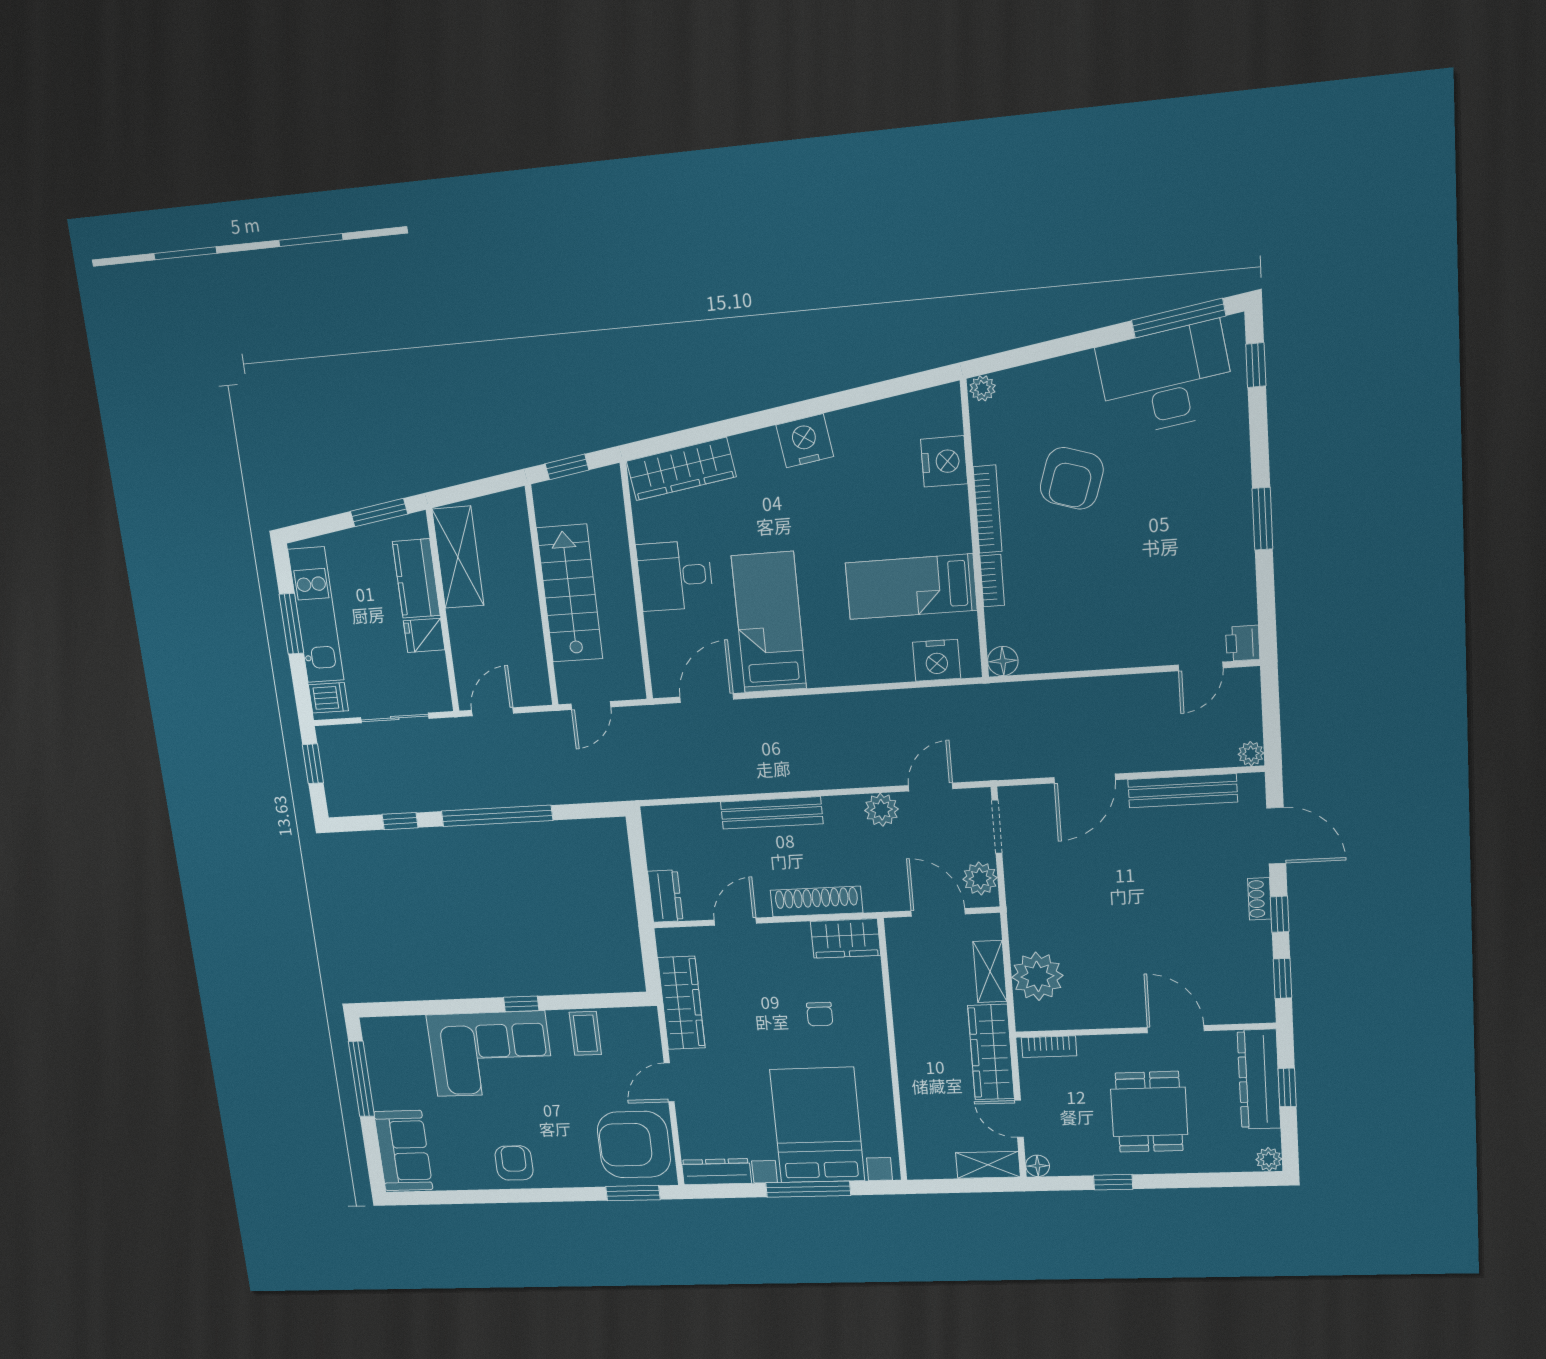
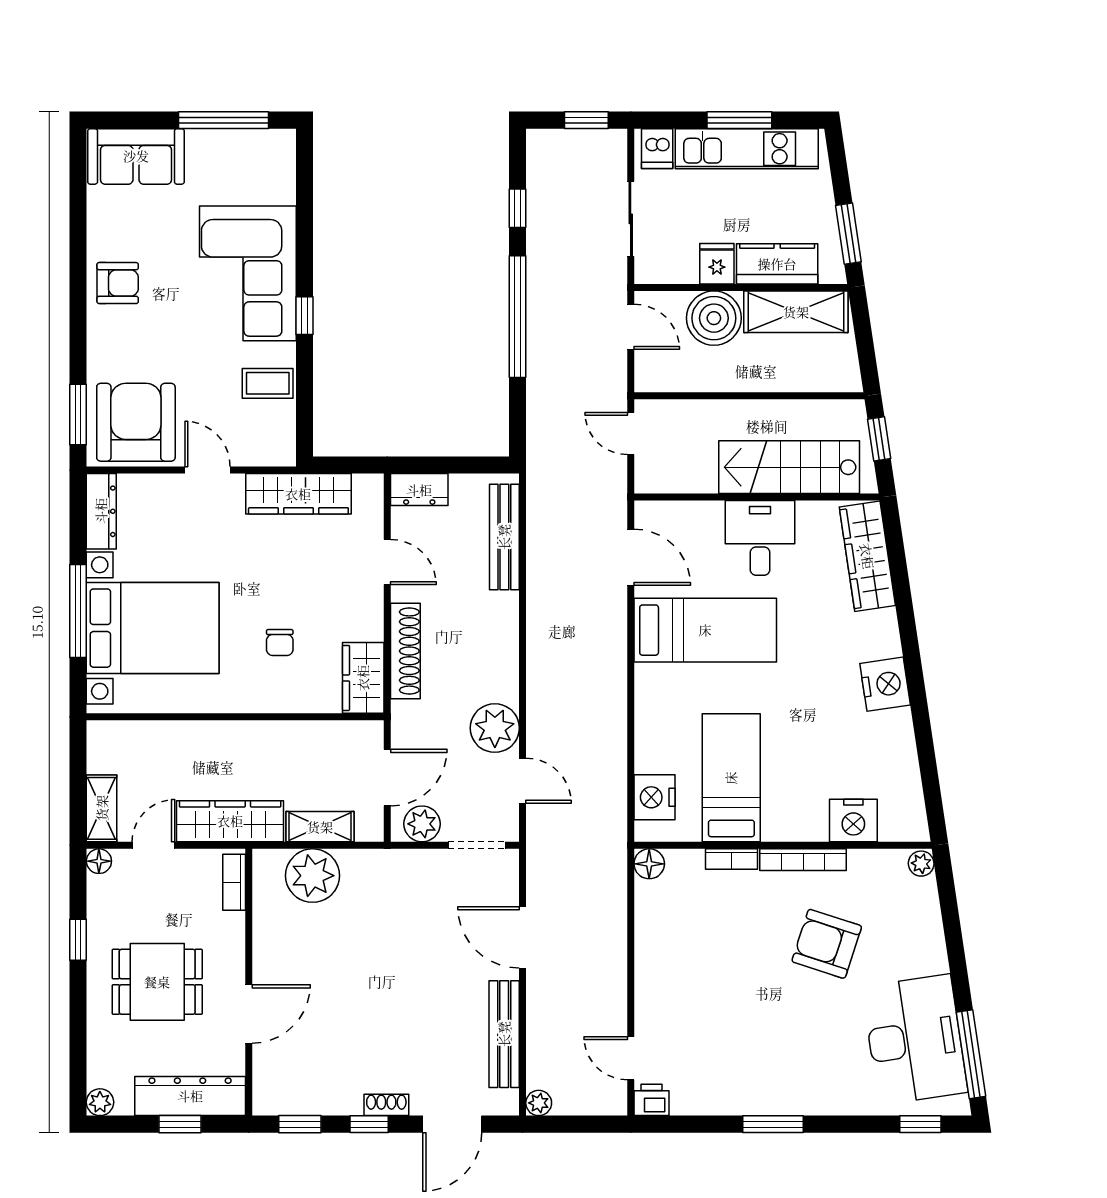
stairs: (570, 593) -> (789, 467), moved, turned 180
boiler: (474, 635) -> (714, 318), added
plant: (882, 810) -> (495, 728), width x1.36, depth x1.36
bench: (772, 813) -> (504, 537), moved
chair: (820, 1014) -> (280, 643), turned -90

